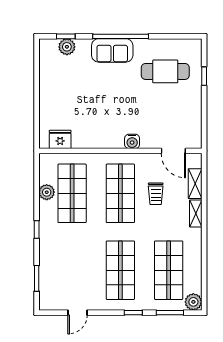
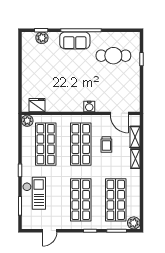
plant: (47, 192) -> (27, 121), moved
checkout: (56, 261) -> (34, 193), added

